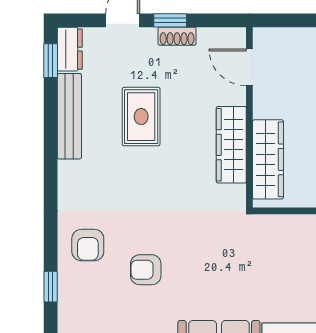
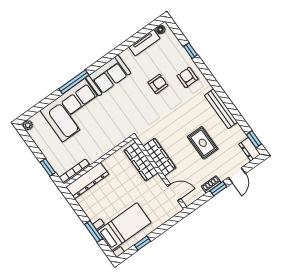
bench: (69, 116) -> (221, 109), moved

